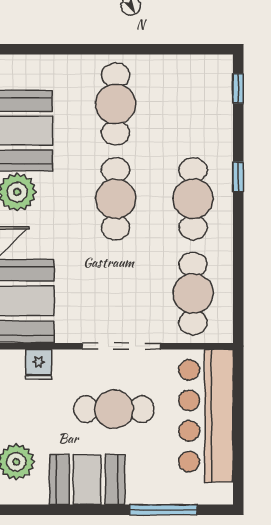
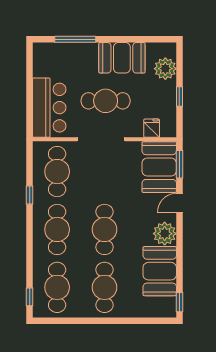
cafe table: (193, 104) -> (57, 287), added
window: (238, 177) -> (30, 195), moved
bar counter: (206, 416) -> (49, 108), width x0.73

